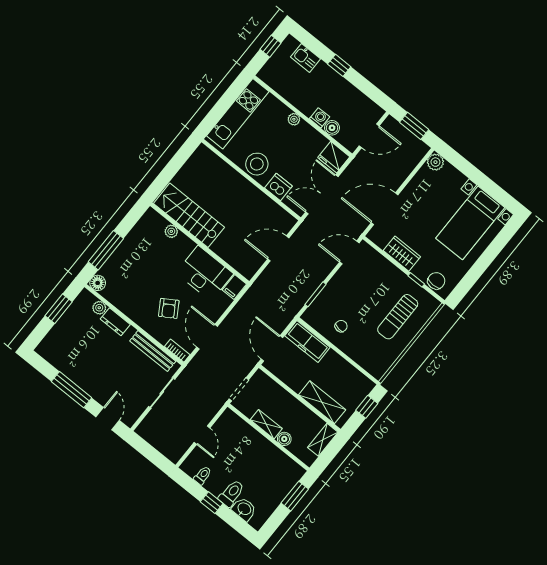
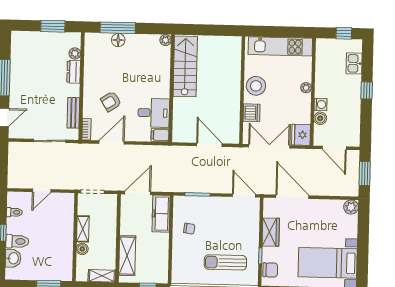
plant: (171, 231) -> (166, 40), moved
desk: (205, 273) -> (154, 113), width x0.73
floor lamp: (98, 283) -> (118, 40), moved
bench: (153, 351) -> (73, 113), width x0.73

